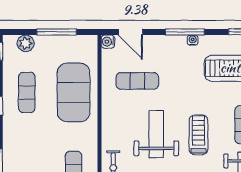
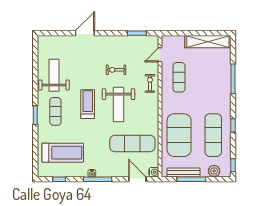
bench: (67, 41) -> (184, 172), added
exercise mat: (137, 81) -> (132, 143), width x1.36, depth x1.45
exercise mat: (27, 92) -> (213, 135), width x1.36, depth x1.45
treadmill: (198, 135) -> (88, 104), turned 180

